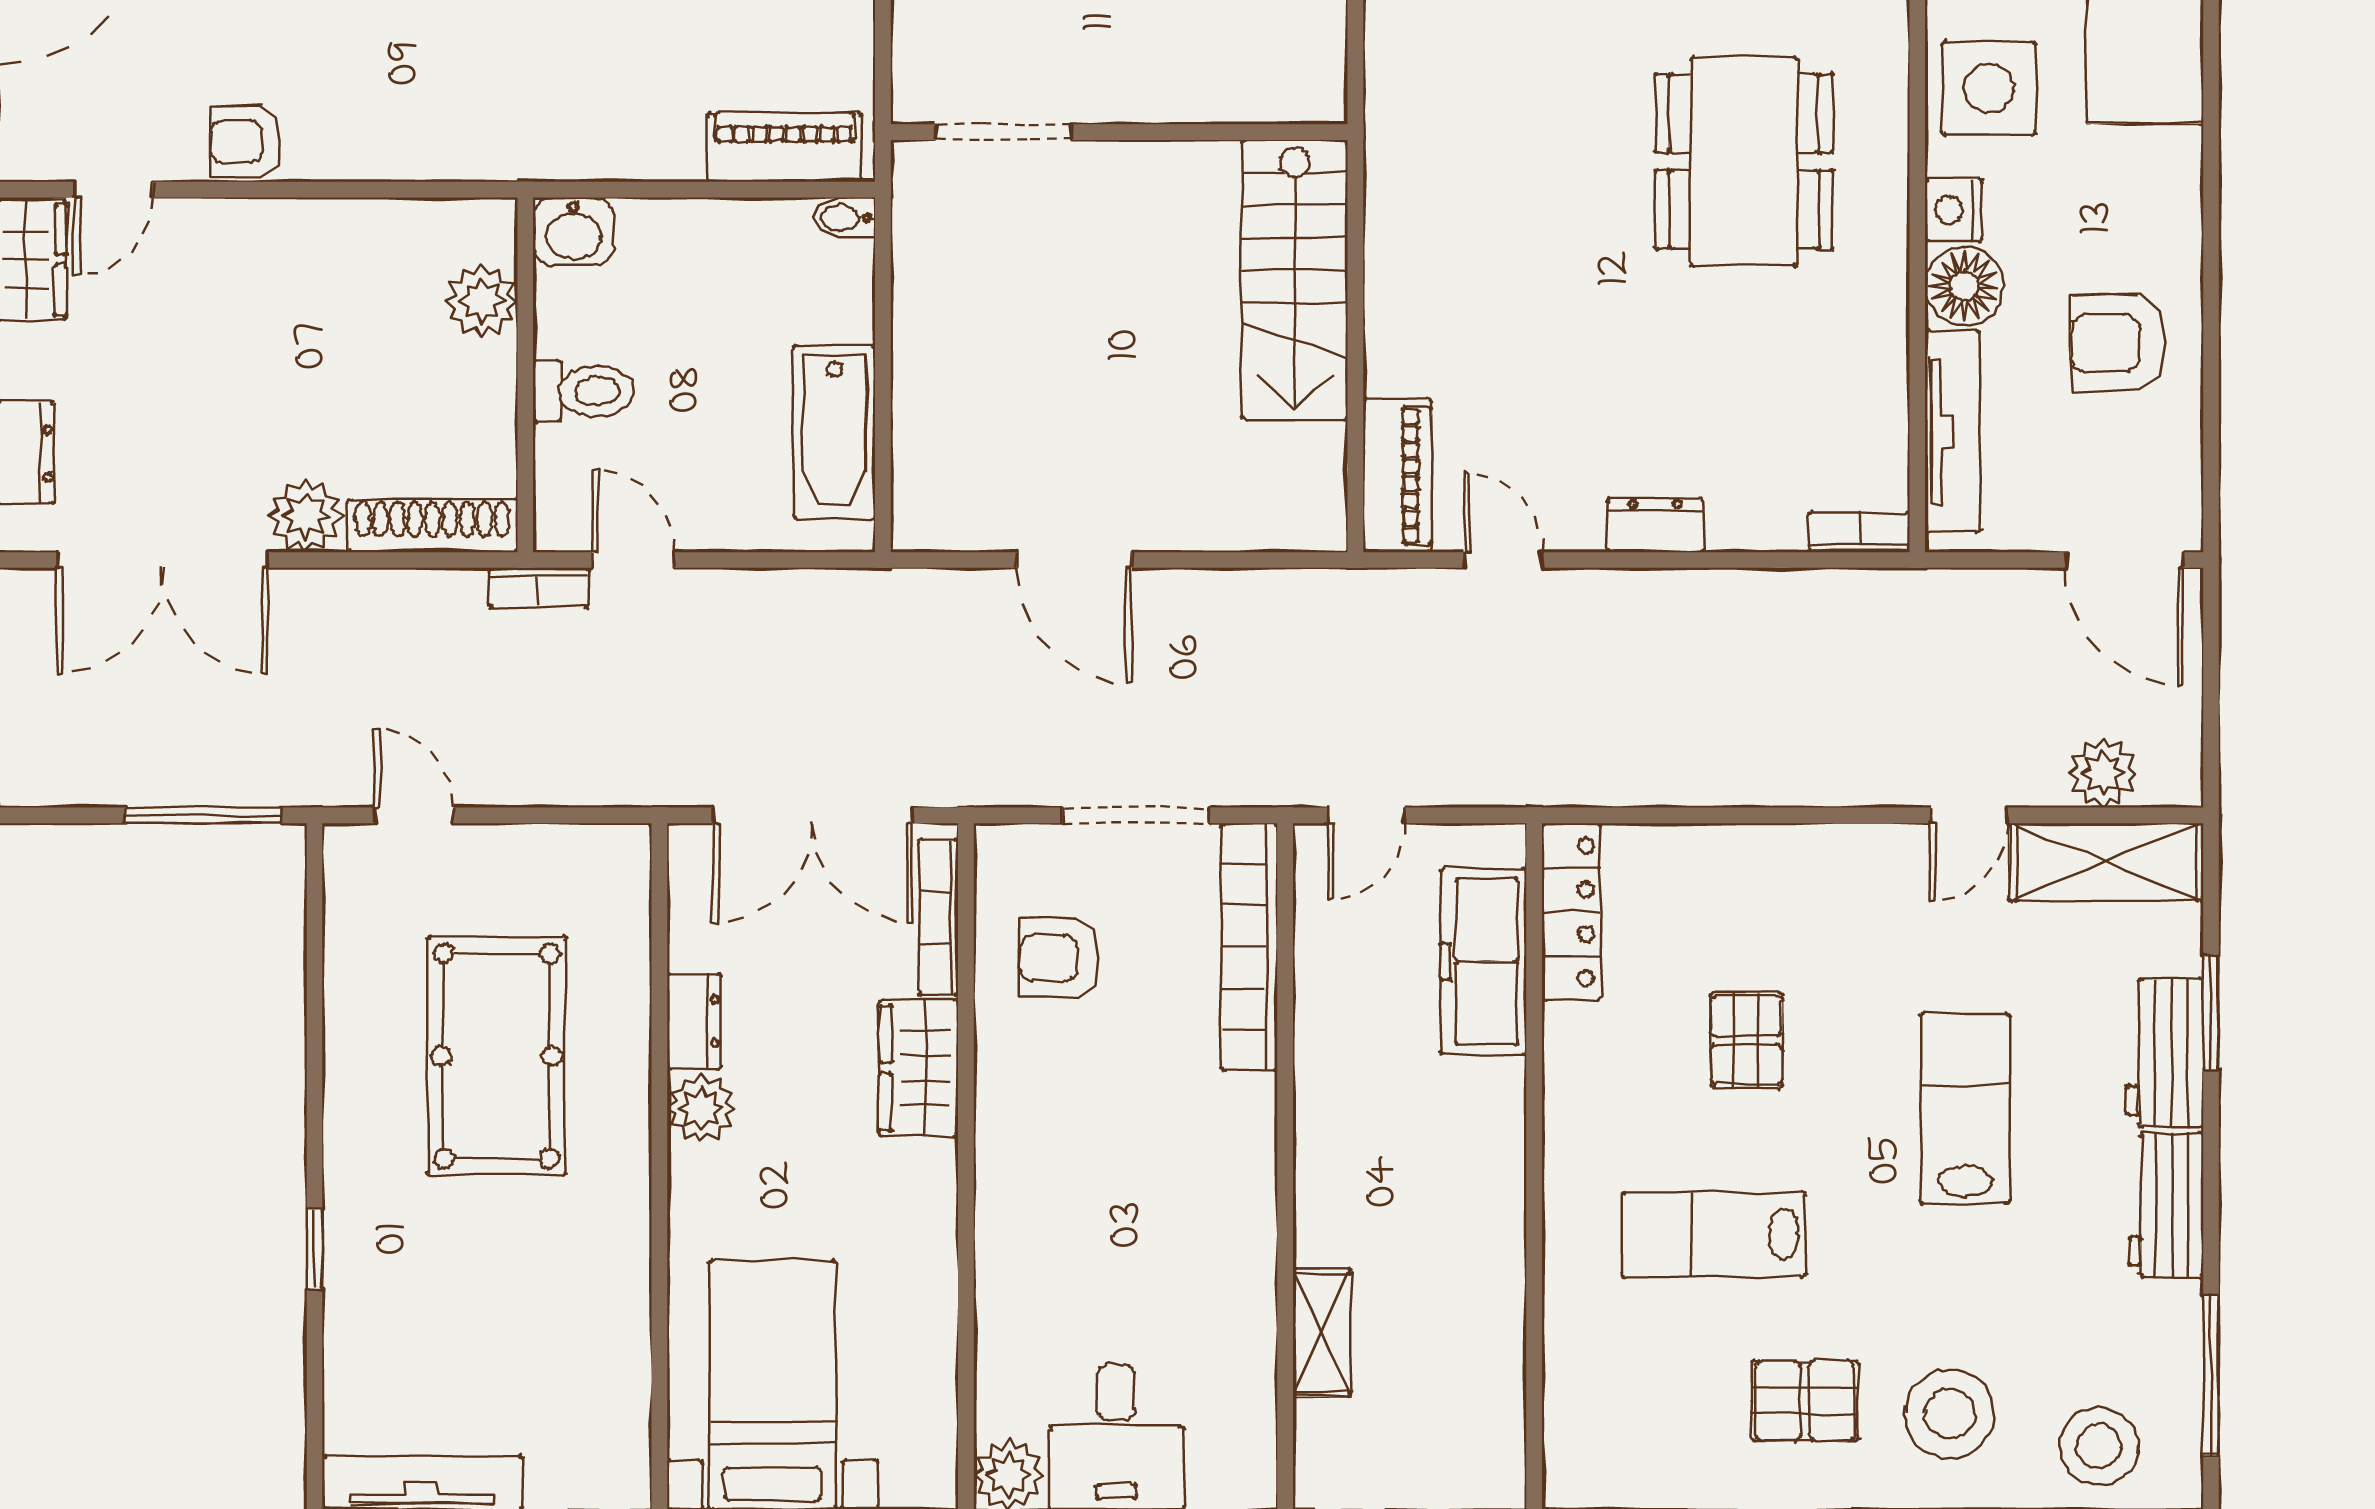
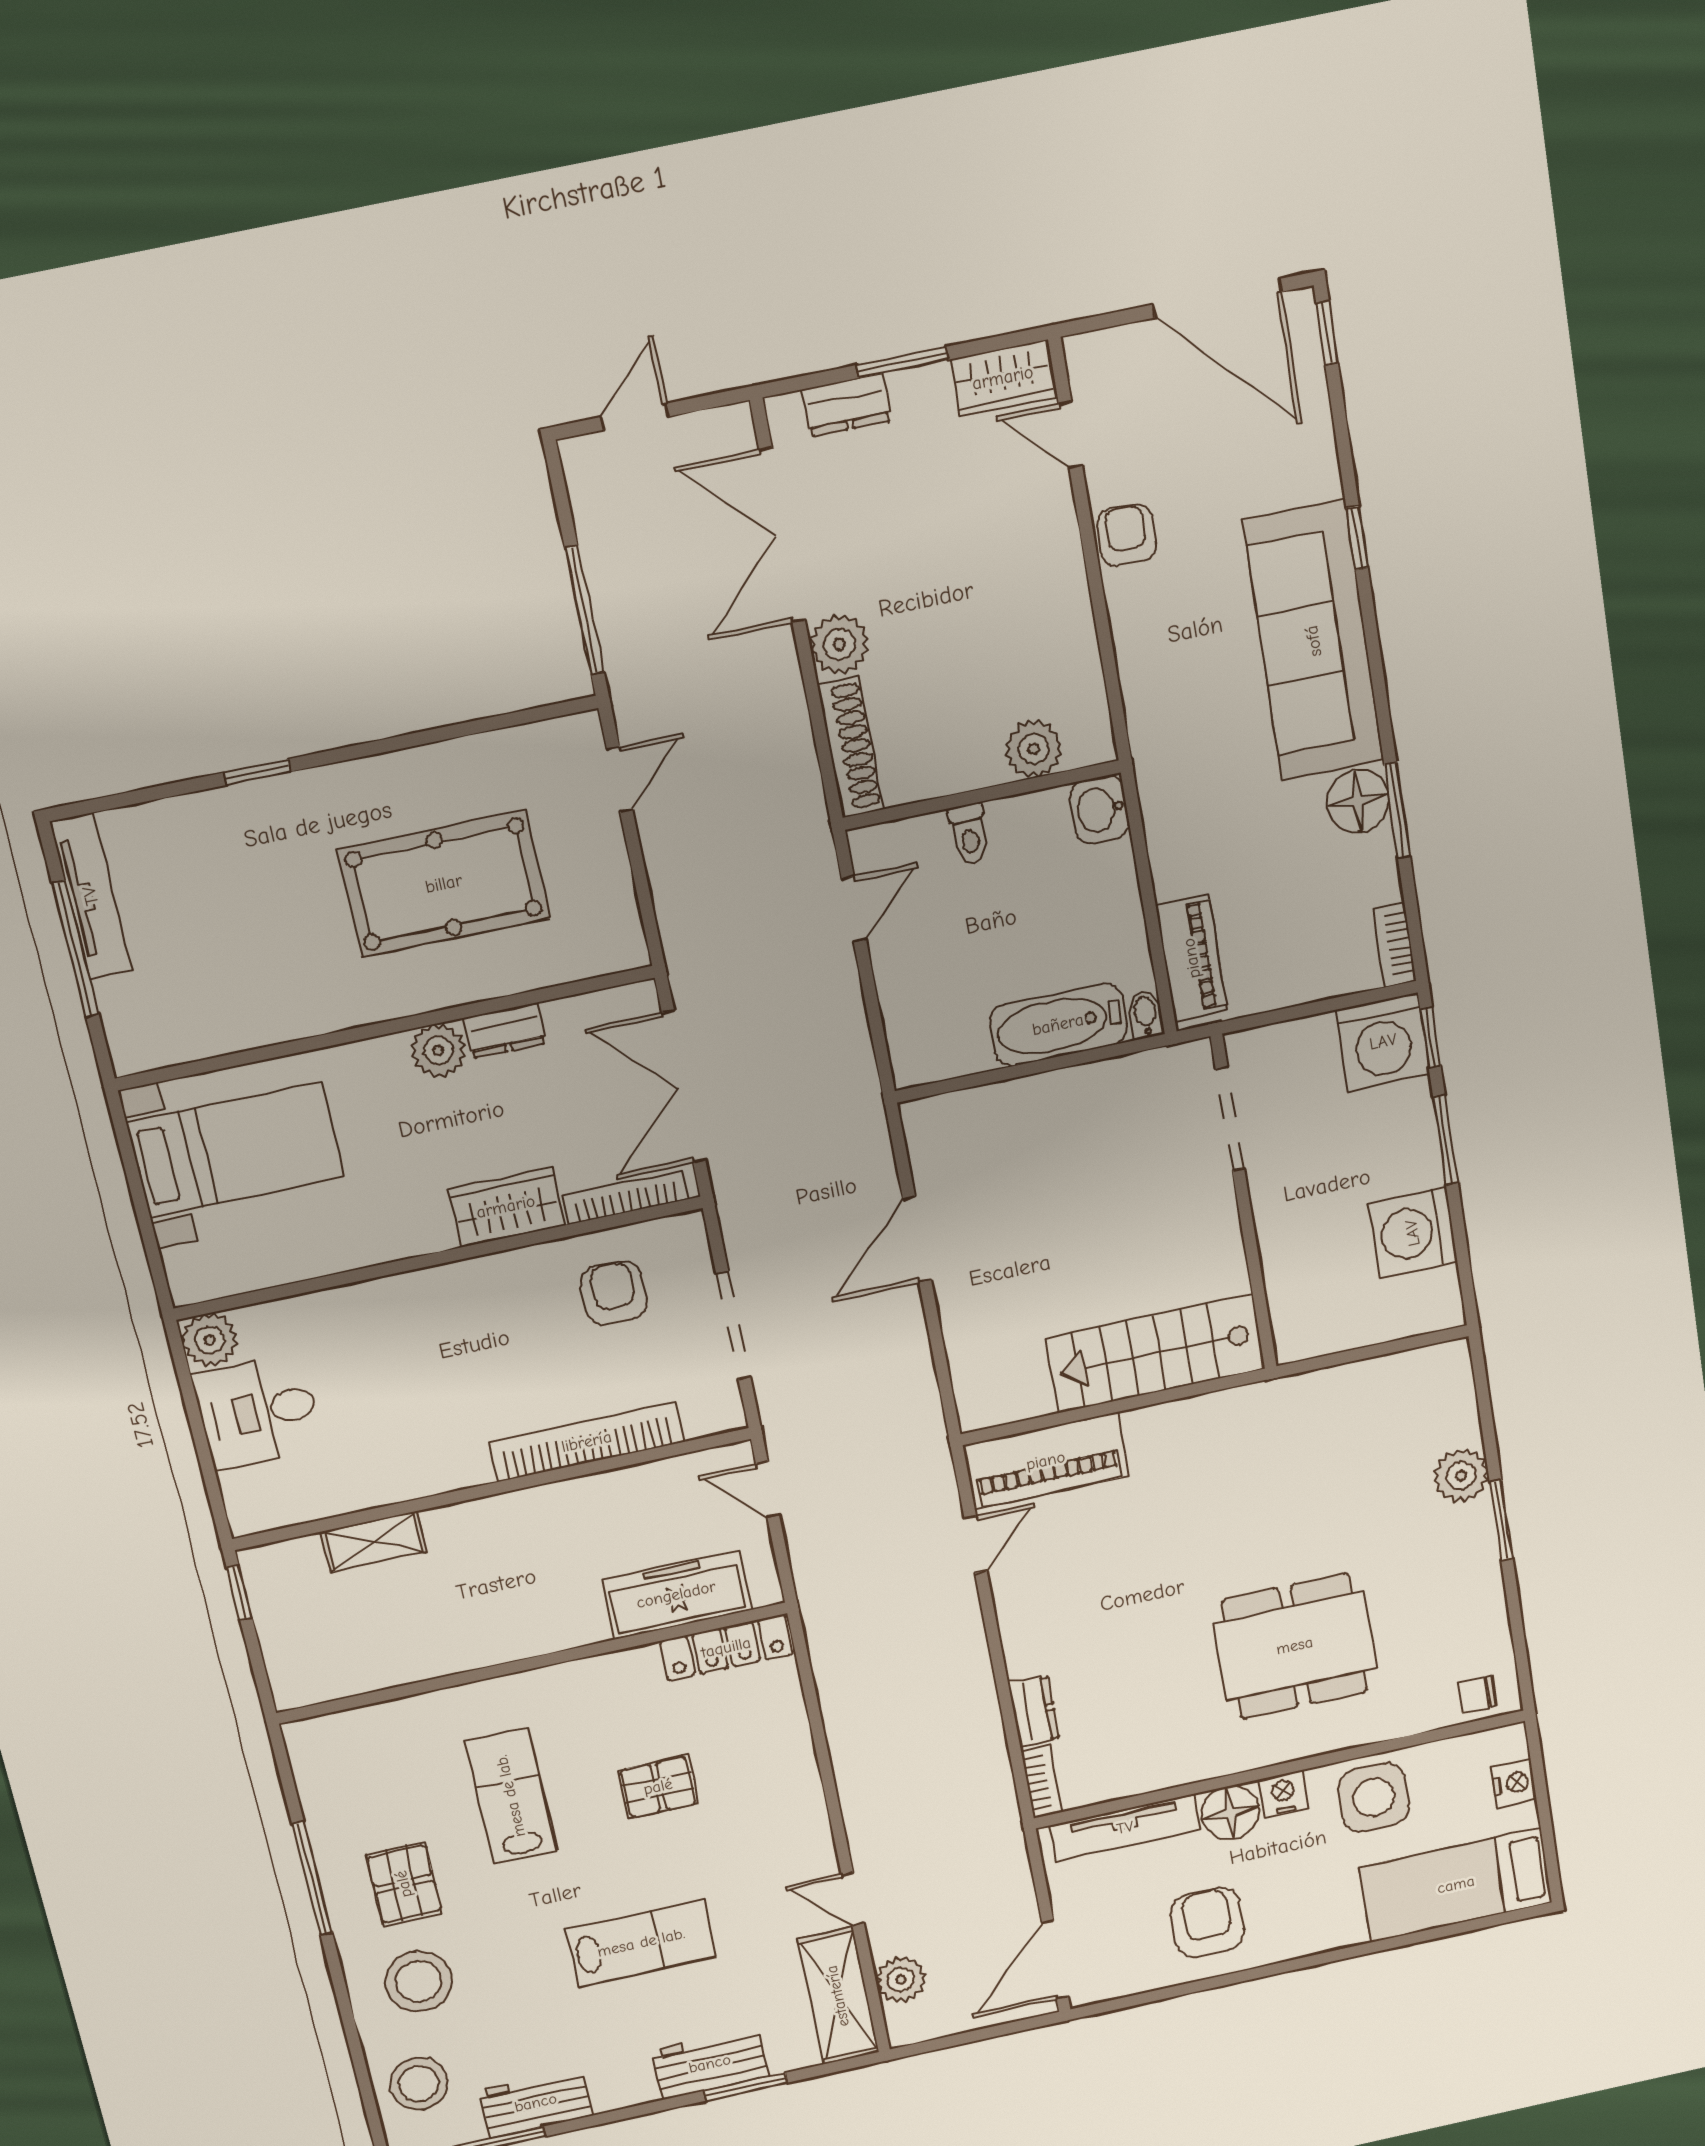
toilet: (583, 391) -> (969, 833), width x0.73, depth x0.72
bathtub: (834, 432) -> (1058, 1025), moved
piano: (1397, 476) -> (1046, 1461), width x1.37, depth x1.33
dresser: (1655, 525) -> (1034, 1711), moved
bookcase: (538, 587) -> (818, 840), removed
bookcase: (1249, 947) -> (587, 1442), moved
workbench: (2166, 1205) -> (536, 2103), moved

